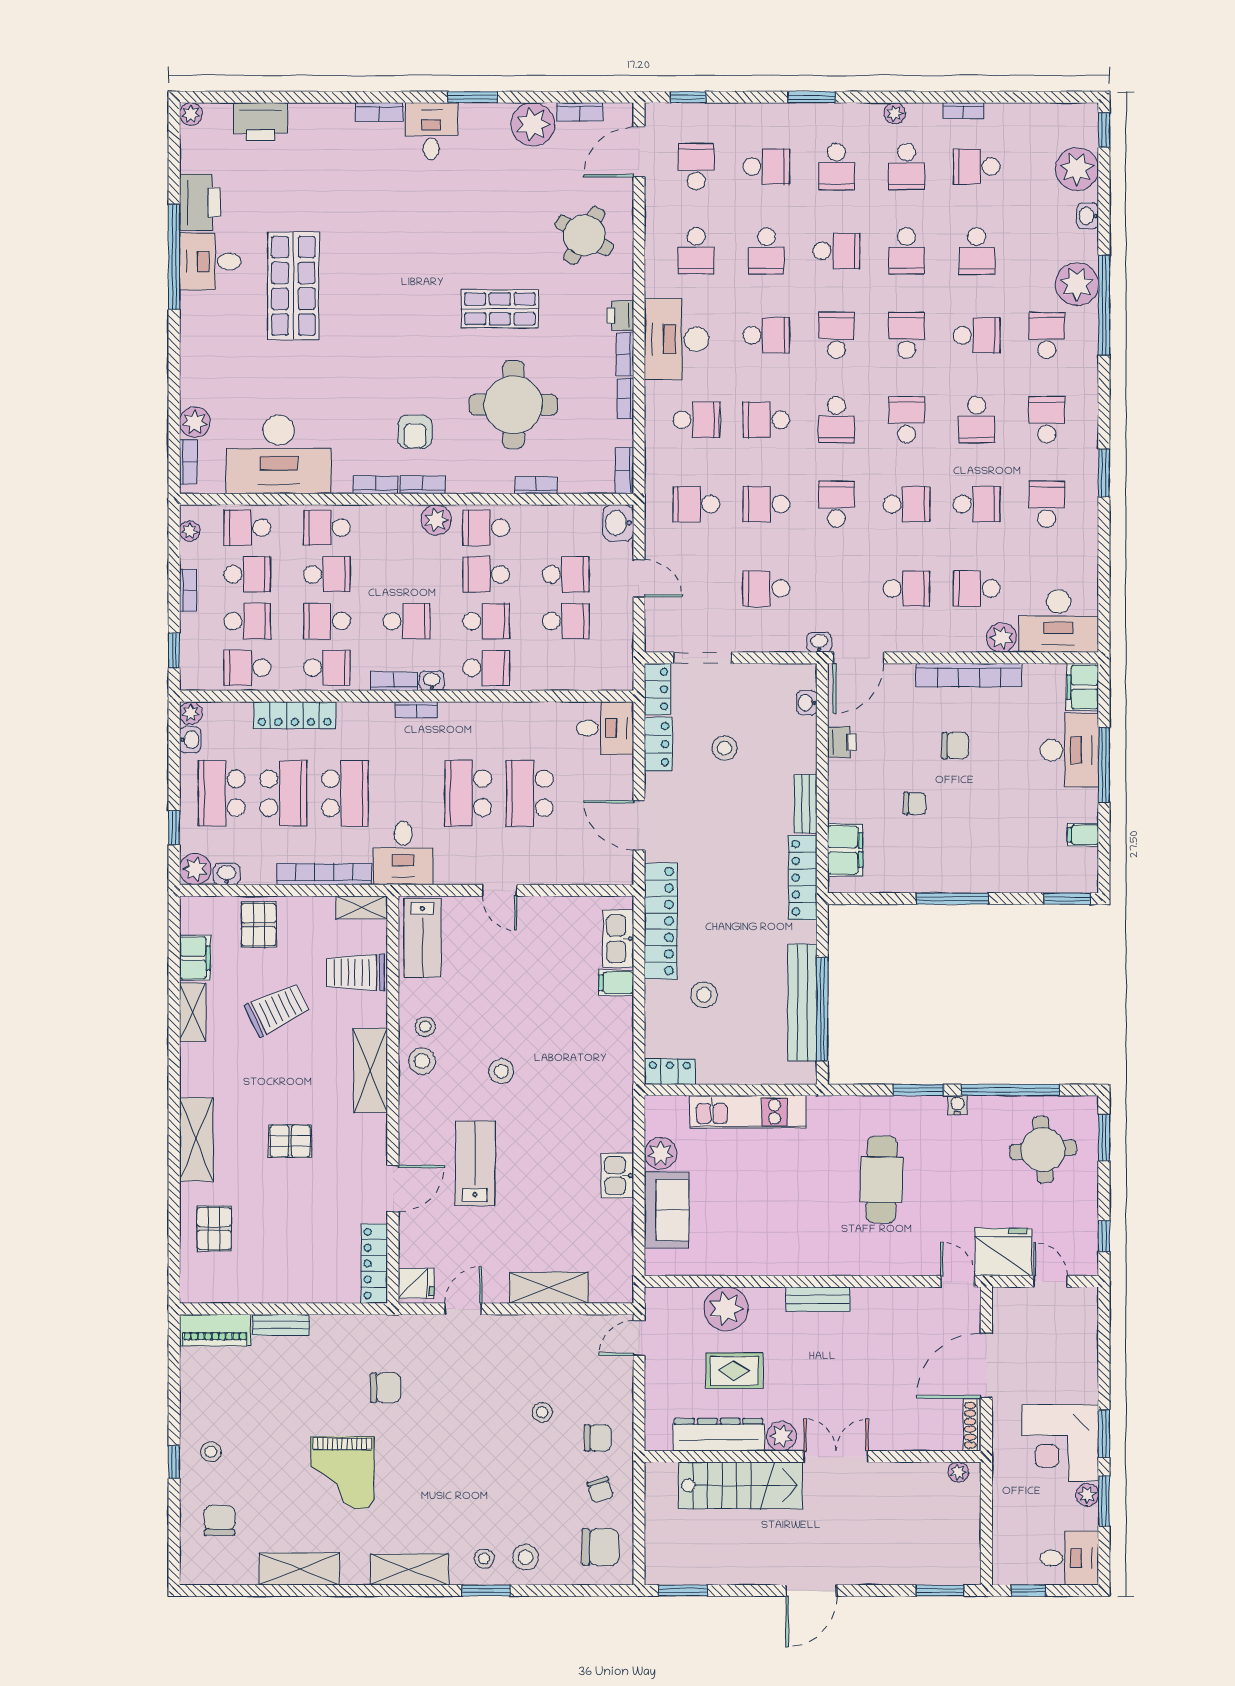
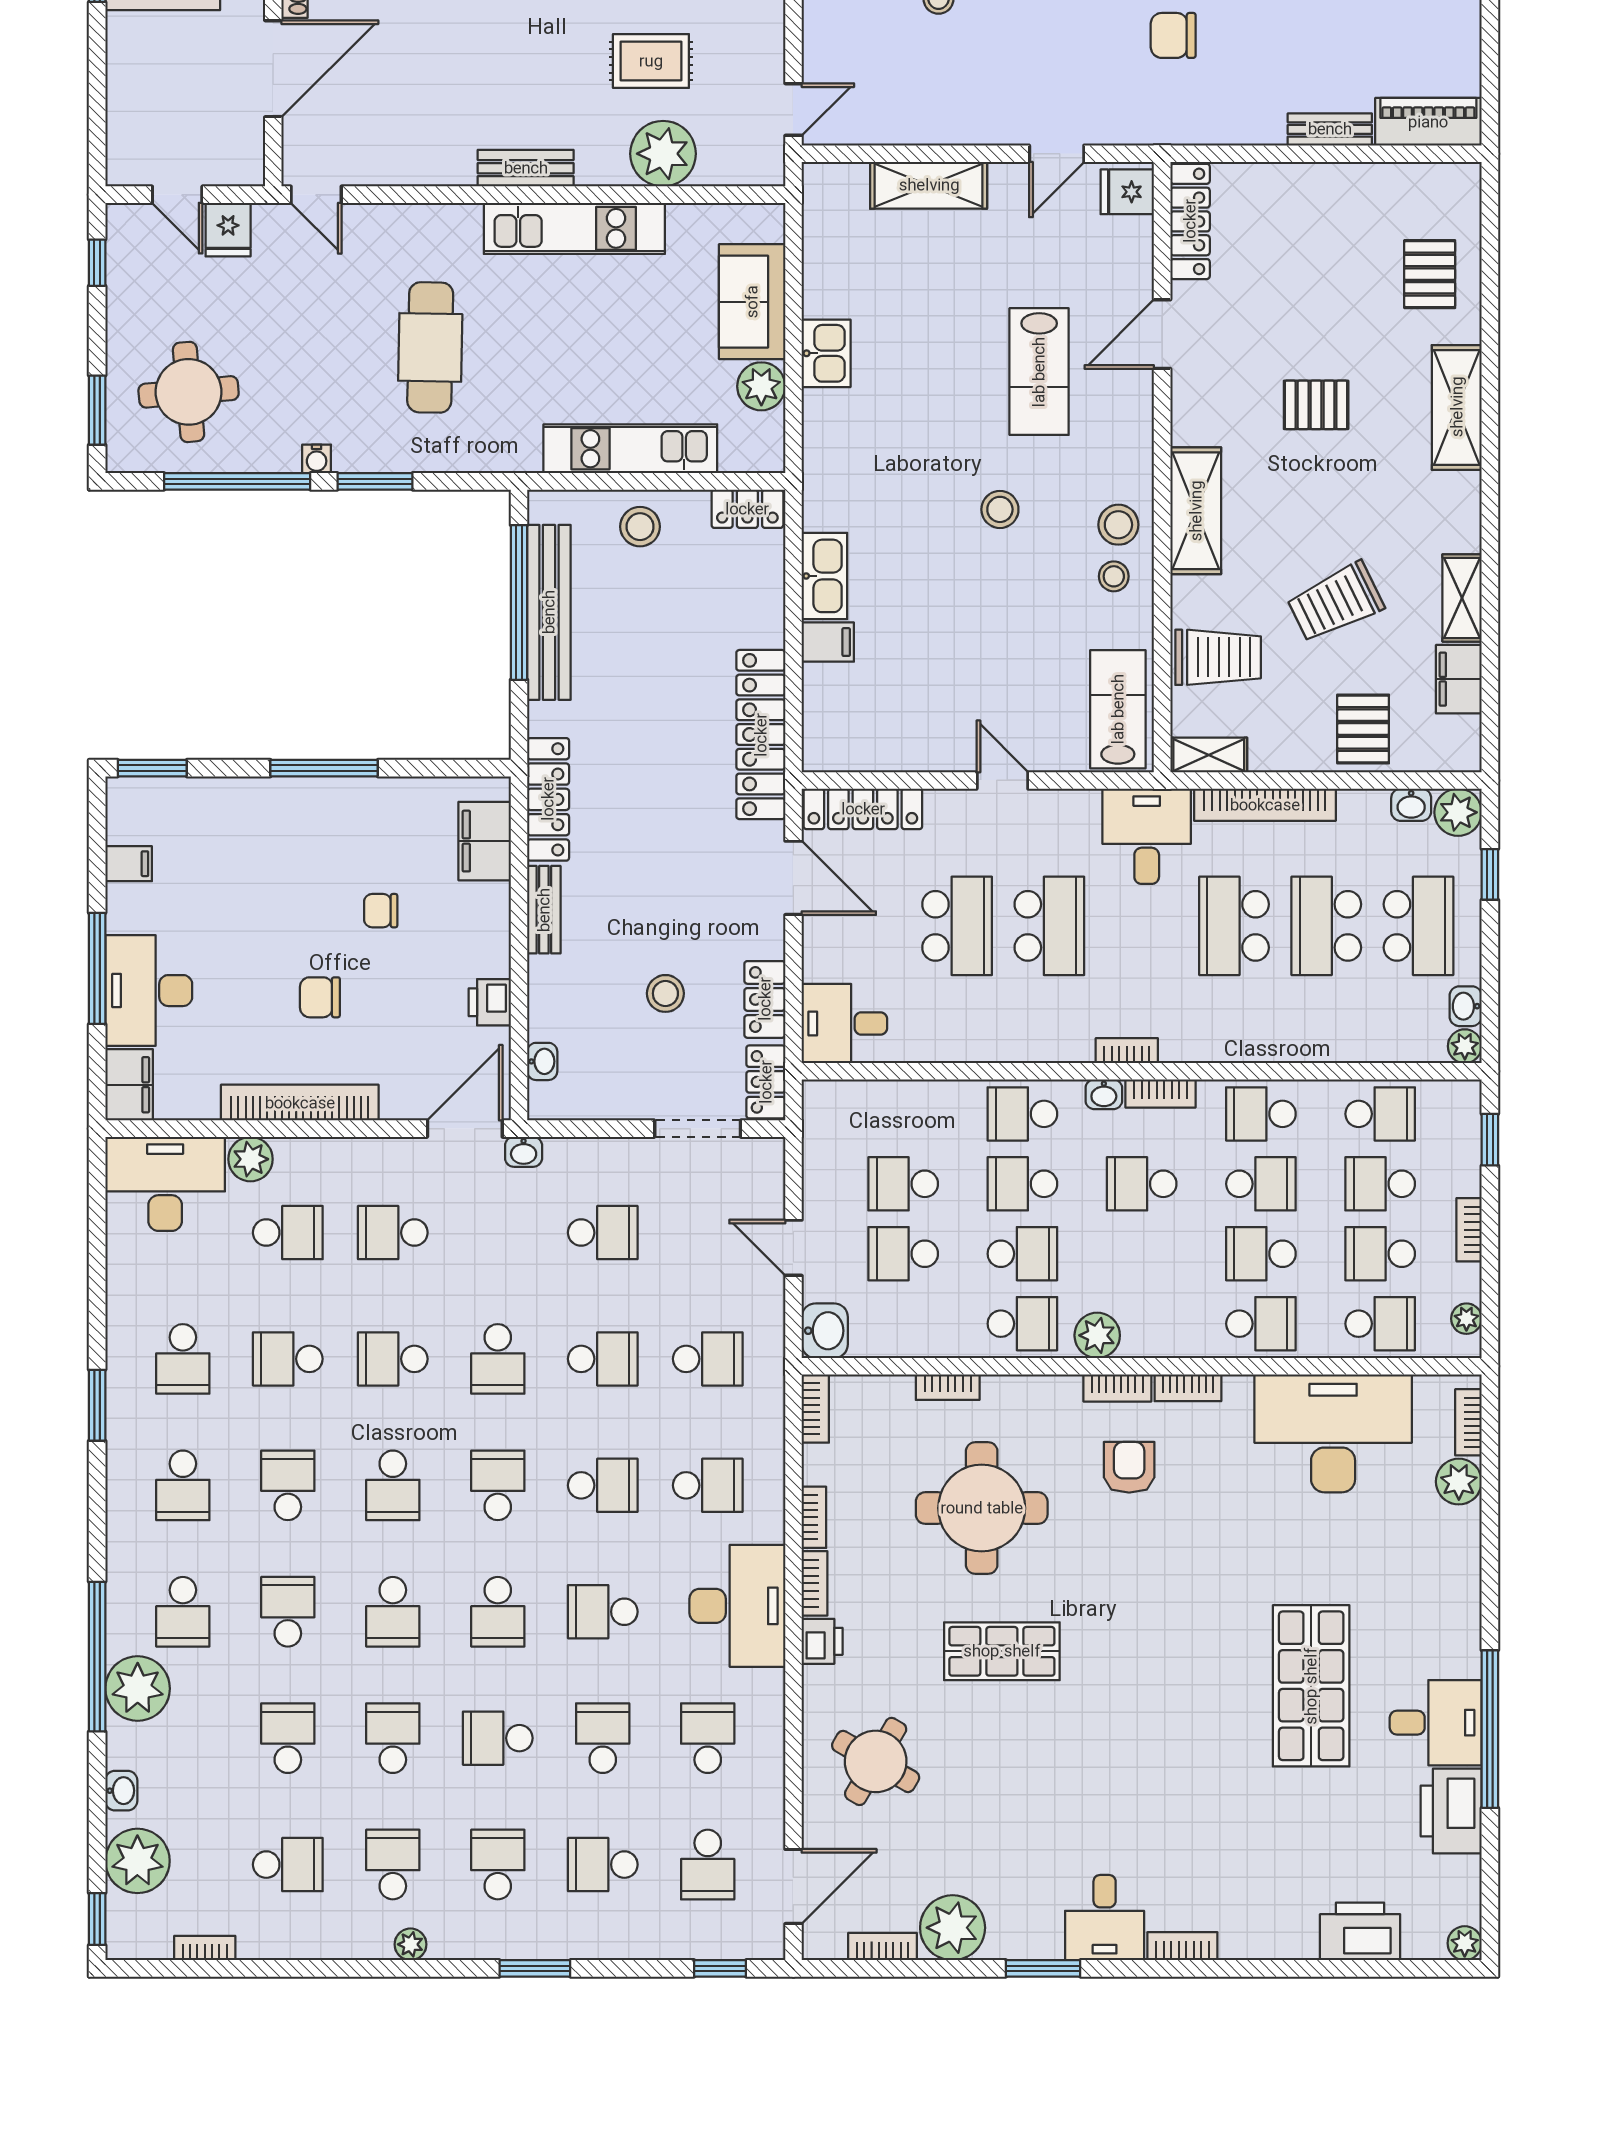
bookcase: (963, 111) -> (205, 1948), moved
school desk: (977, 335) -> (288, 1612), turned 90
school desk: (696, 420) -> (708, 1485), turned 180
locker: (295, 715) -> (863, 809), moved, turned 180
kitchen sink: (618, 939) -> (824, 576), moved
stool: (704, 995) -> (640, 527), moved
fridge: (1003, 1252) -> (228, 230), width x0.53, depth x0.75
kitchen unit: (785, 1259) -> (574, 228), added

